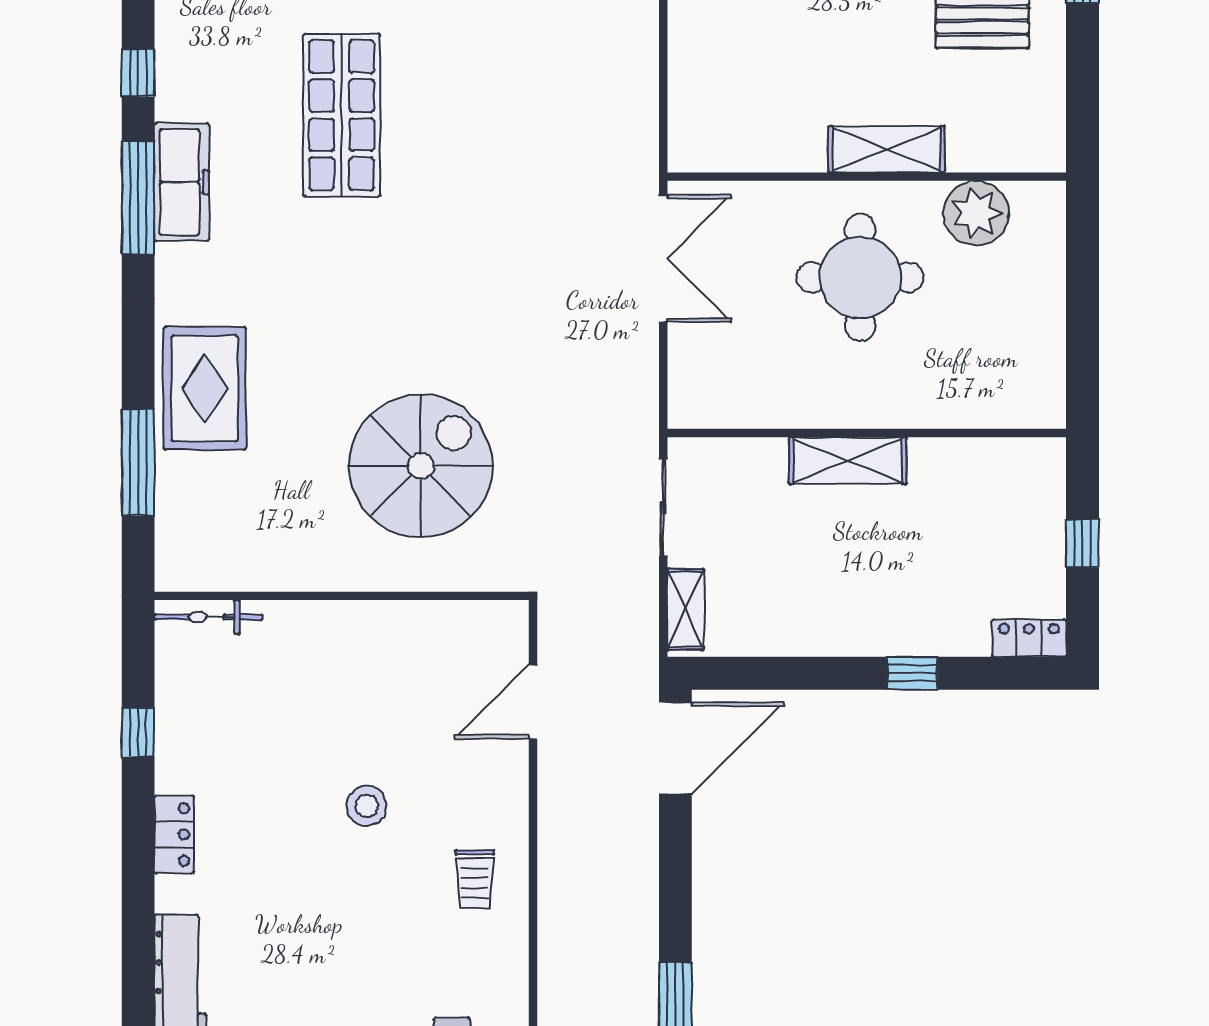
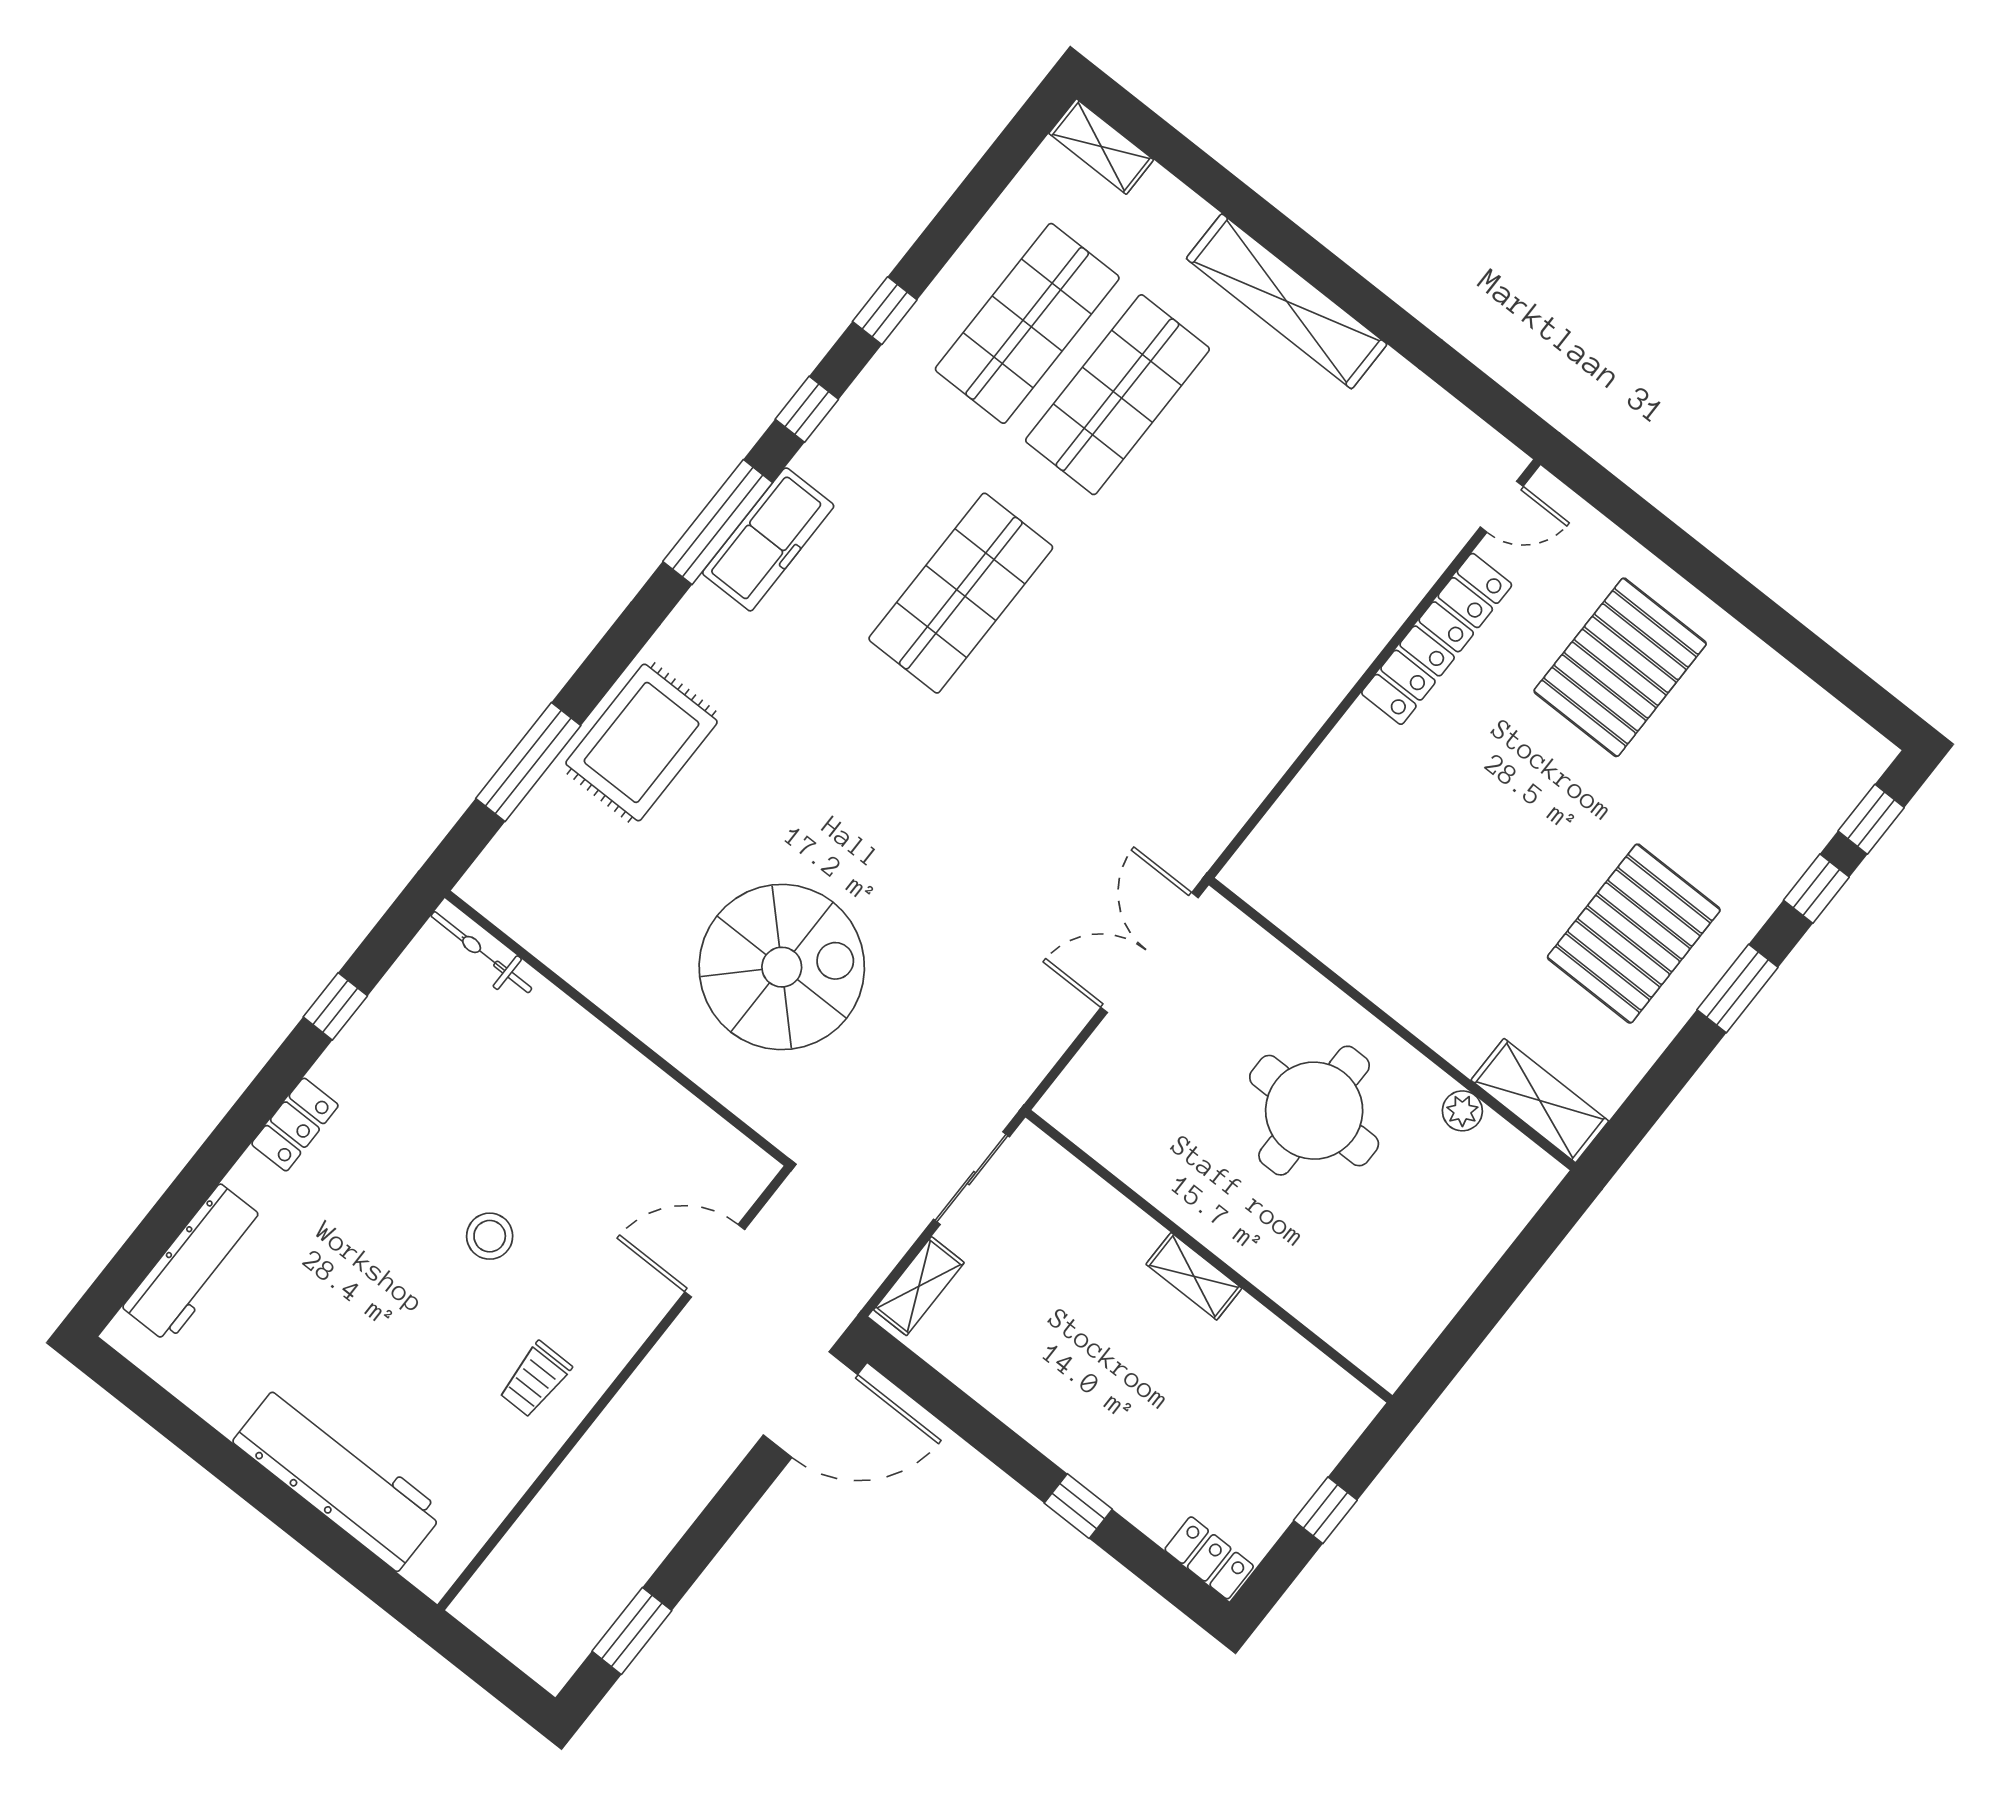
shelving: (887, 149) -> (1540, 1101), moved
plant: (976, 213) -> (1462, 1111), width x0.53, depth x0.53
double door: (663, 258) -> (1150, 953), swing flipped
shelving: (848, 461) -> (1194, 1276), width x0.67, depth x0.75

